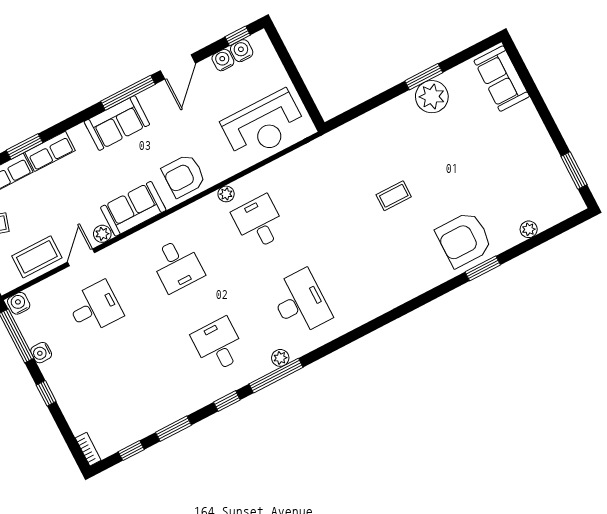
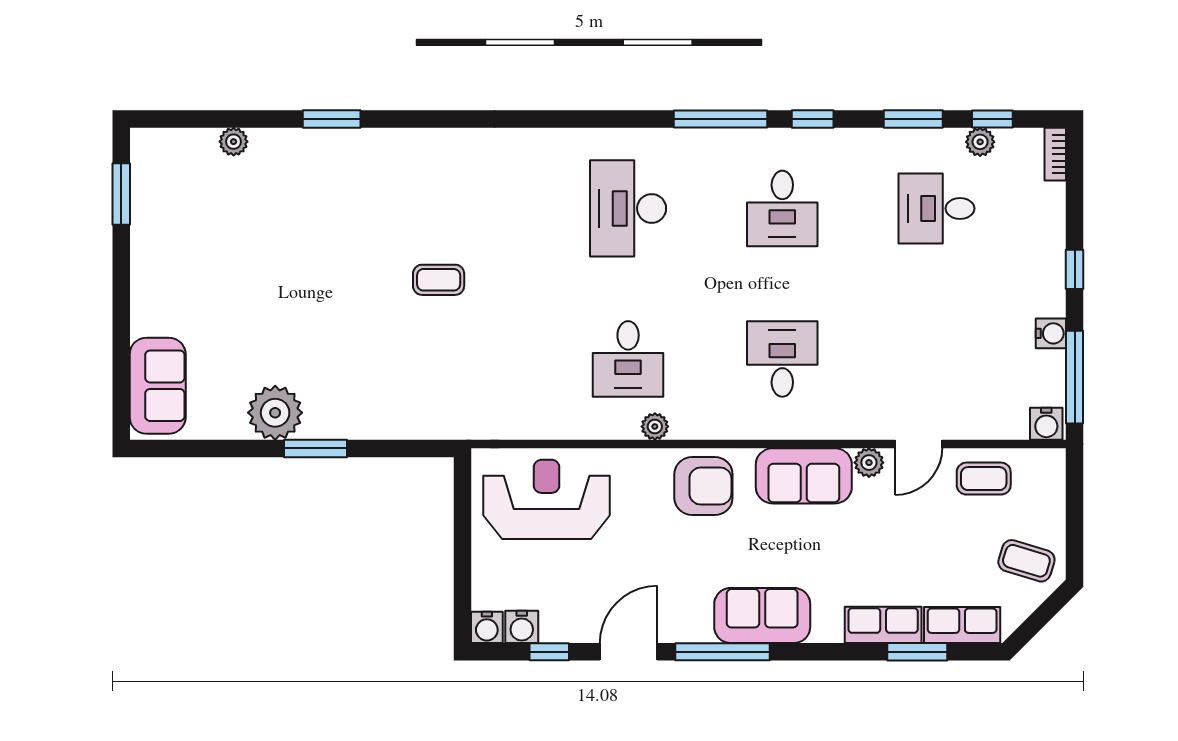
window: (238, 36) -> (549, 652), moved
water cooler: (223, 60) -> (487, 627), moved
window: (424, 77) -> (315, 448), moved
coffee table: (394, 196) -> (439, 280), moved
armchair: (464, 239) -> (337, 176), removed
coffee table: (37, 257) -> (984, 479), width x0.73, depth x0.77
desk: (95, 308) -> (937, 208), moved
plant: (280, 358) -> (980, 142), moved

